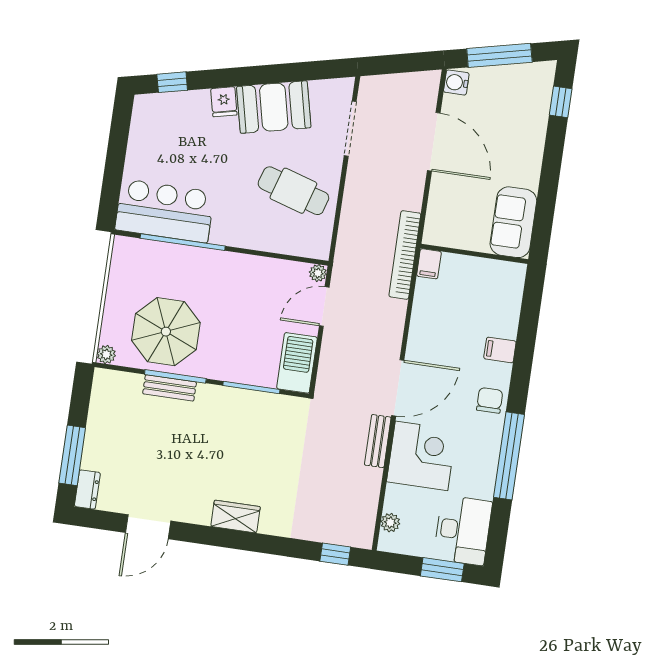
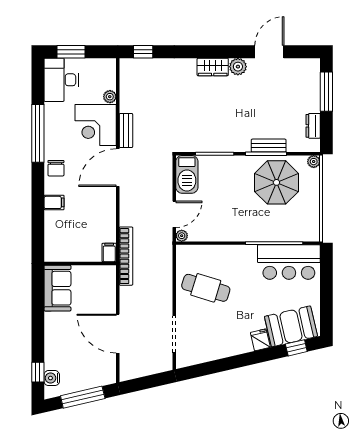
water cooler: (456, 82) -> (52, 378), moved, turned 180
booth: (274, 107) -> (291, 326), moved
dresser: (87, 490) -> (313, 126), moved
plant: (198, 512) -> (238, 67), added
plant: (390, 523) -> (110, 97), moved

